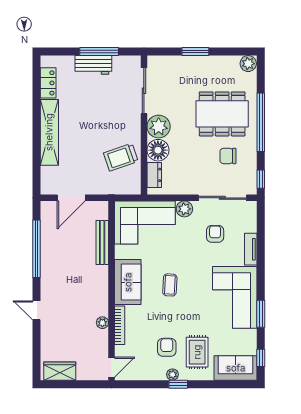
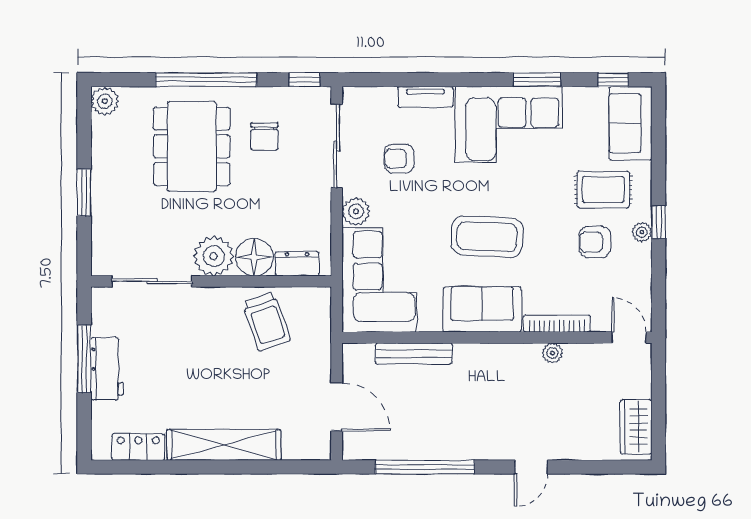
coffee table: (170, 285) -> (487, 237), width x1.86, depth x1.72

